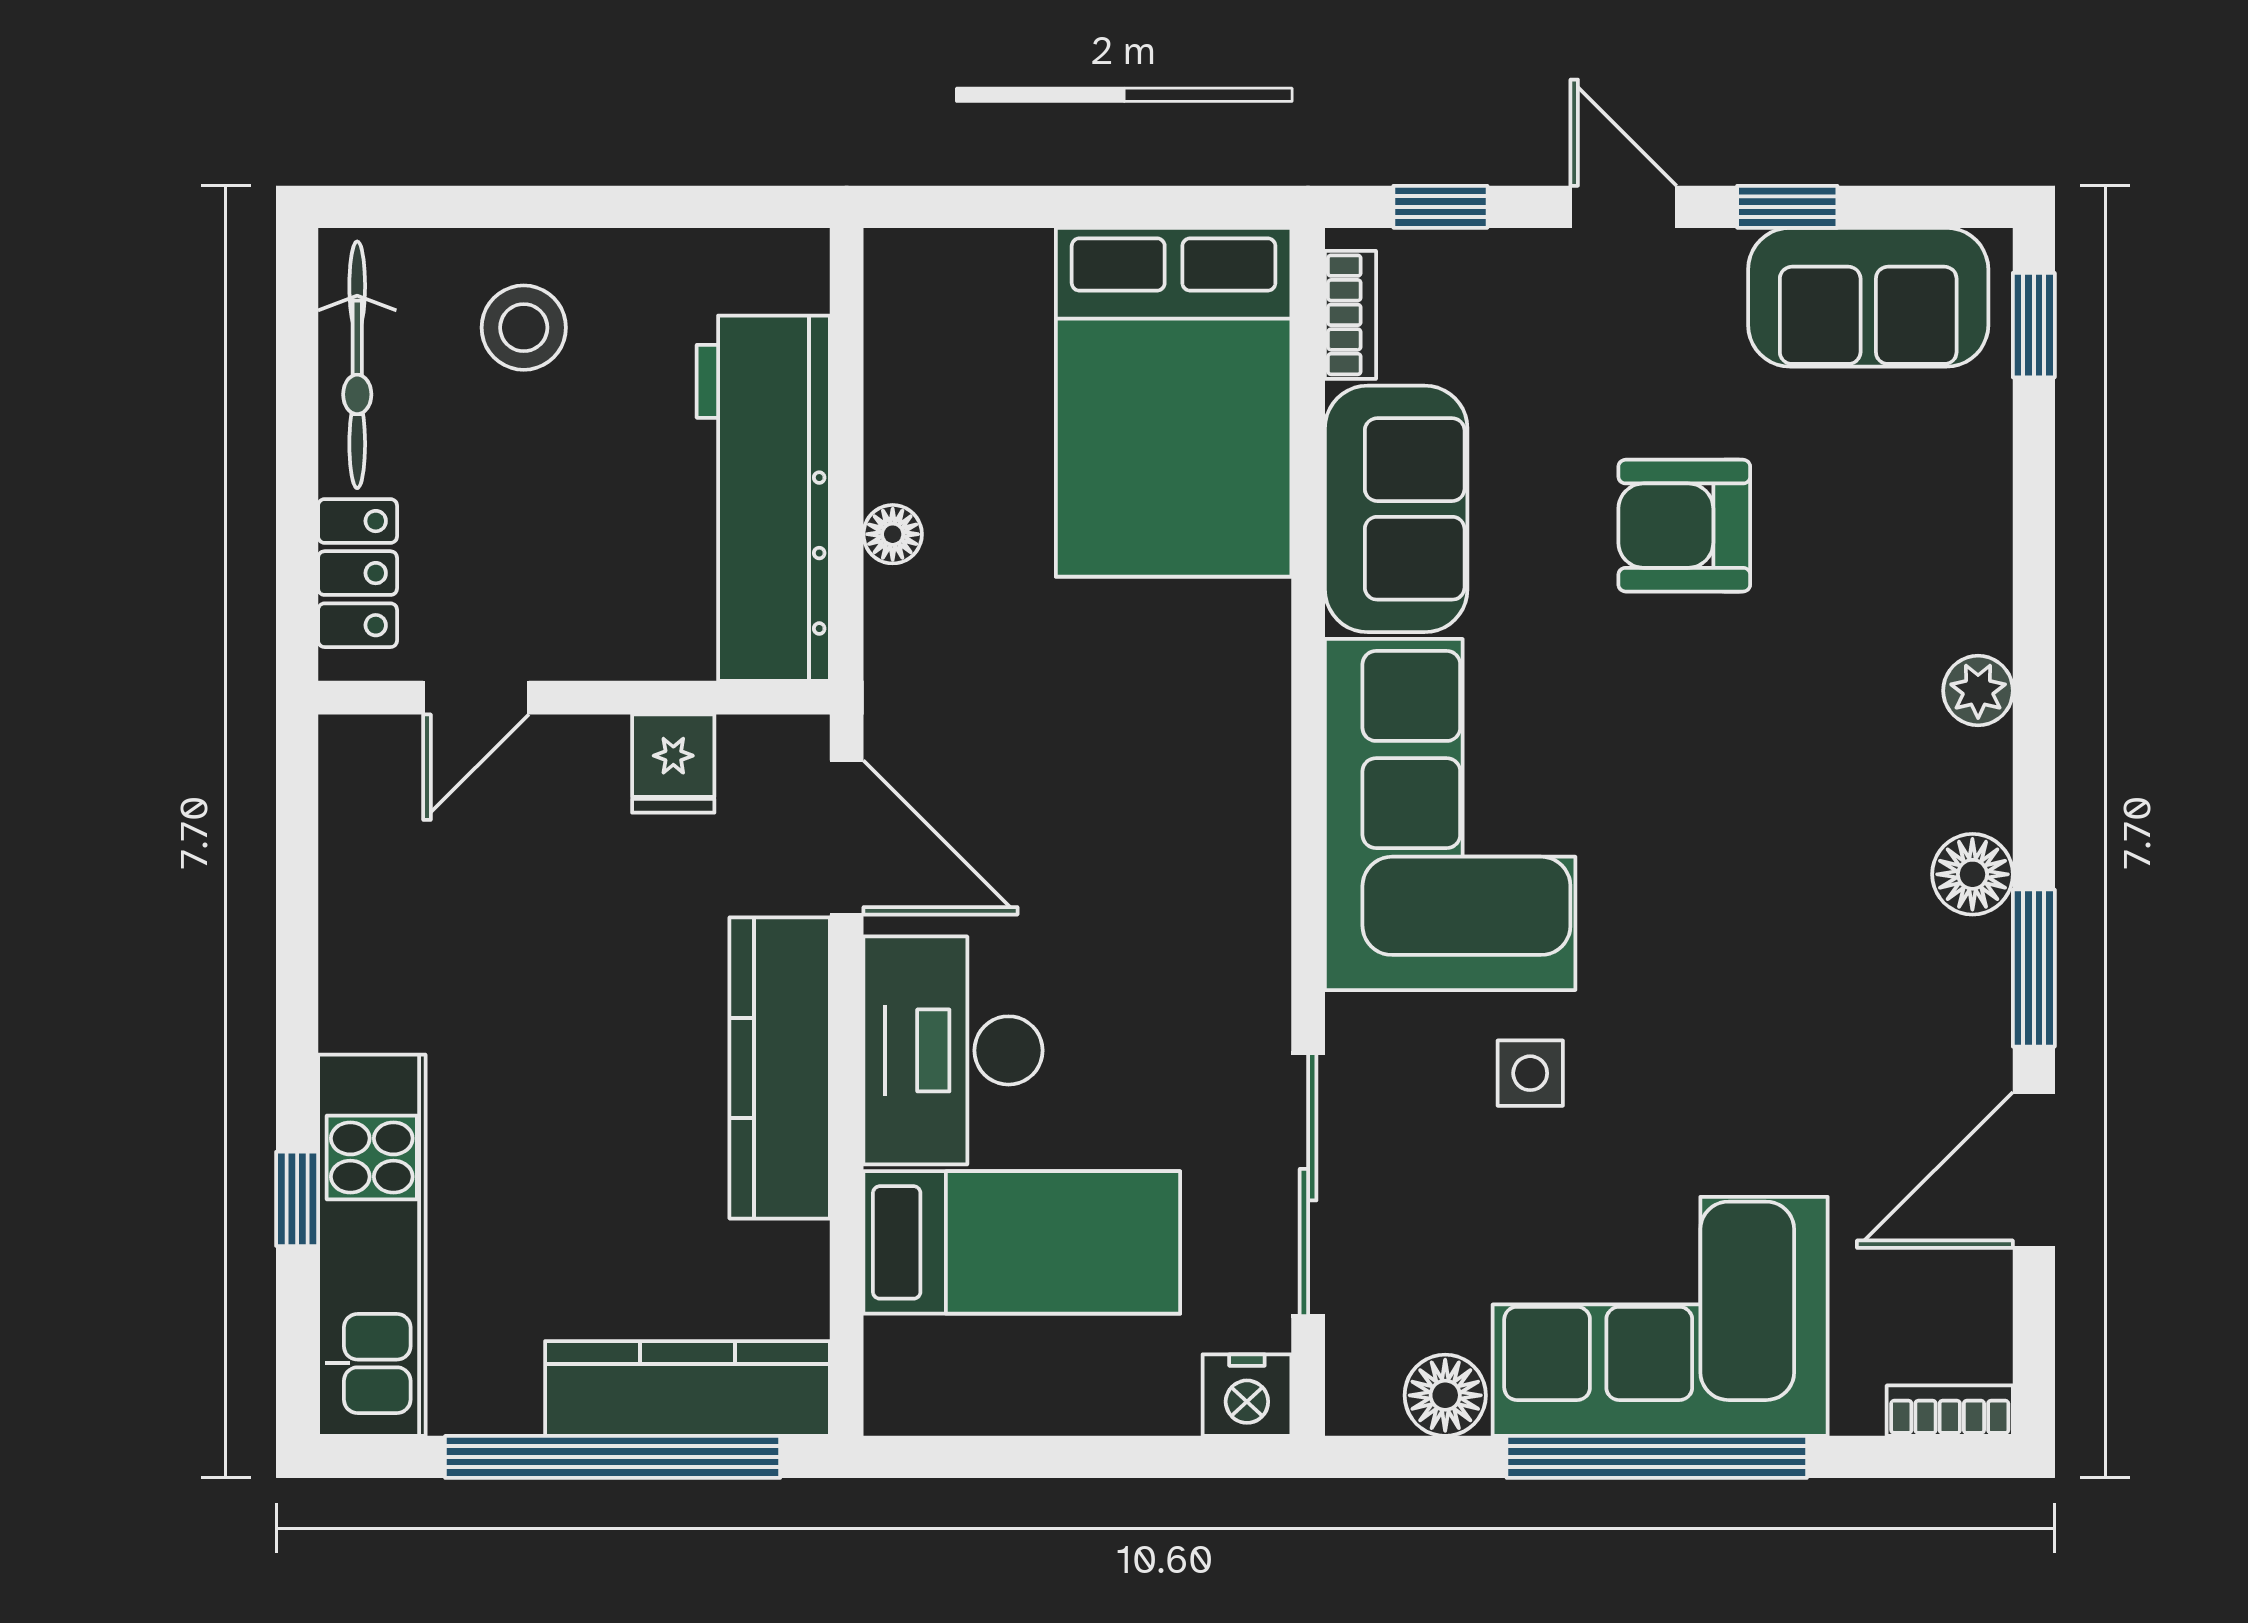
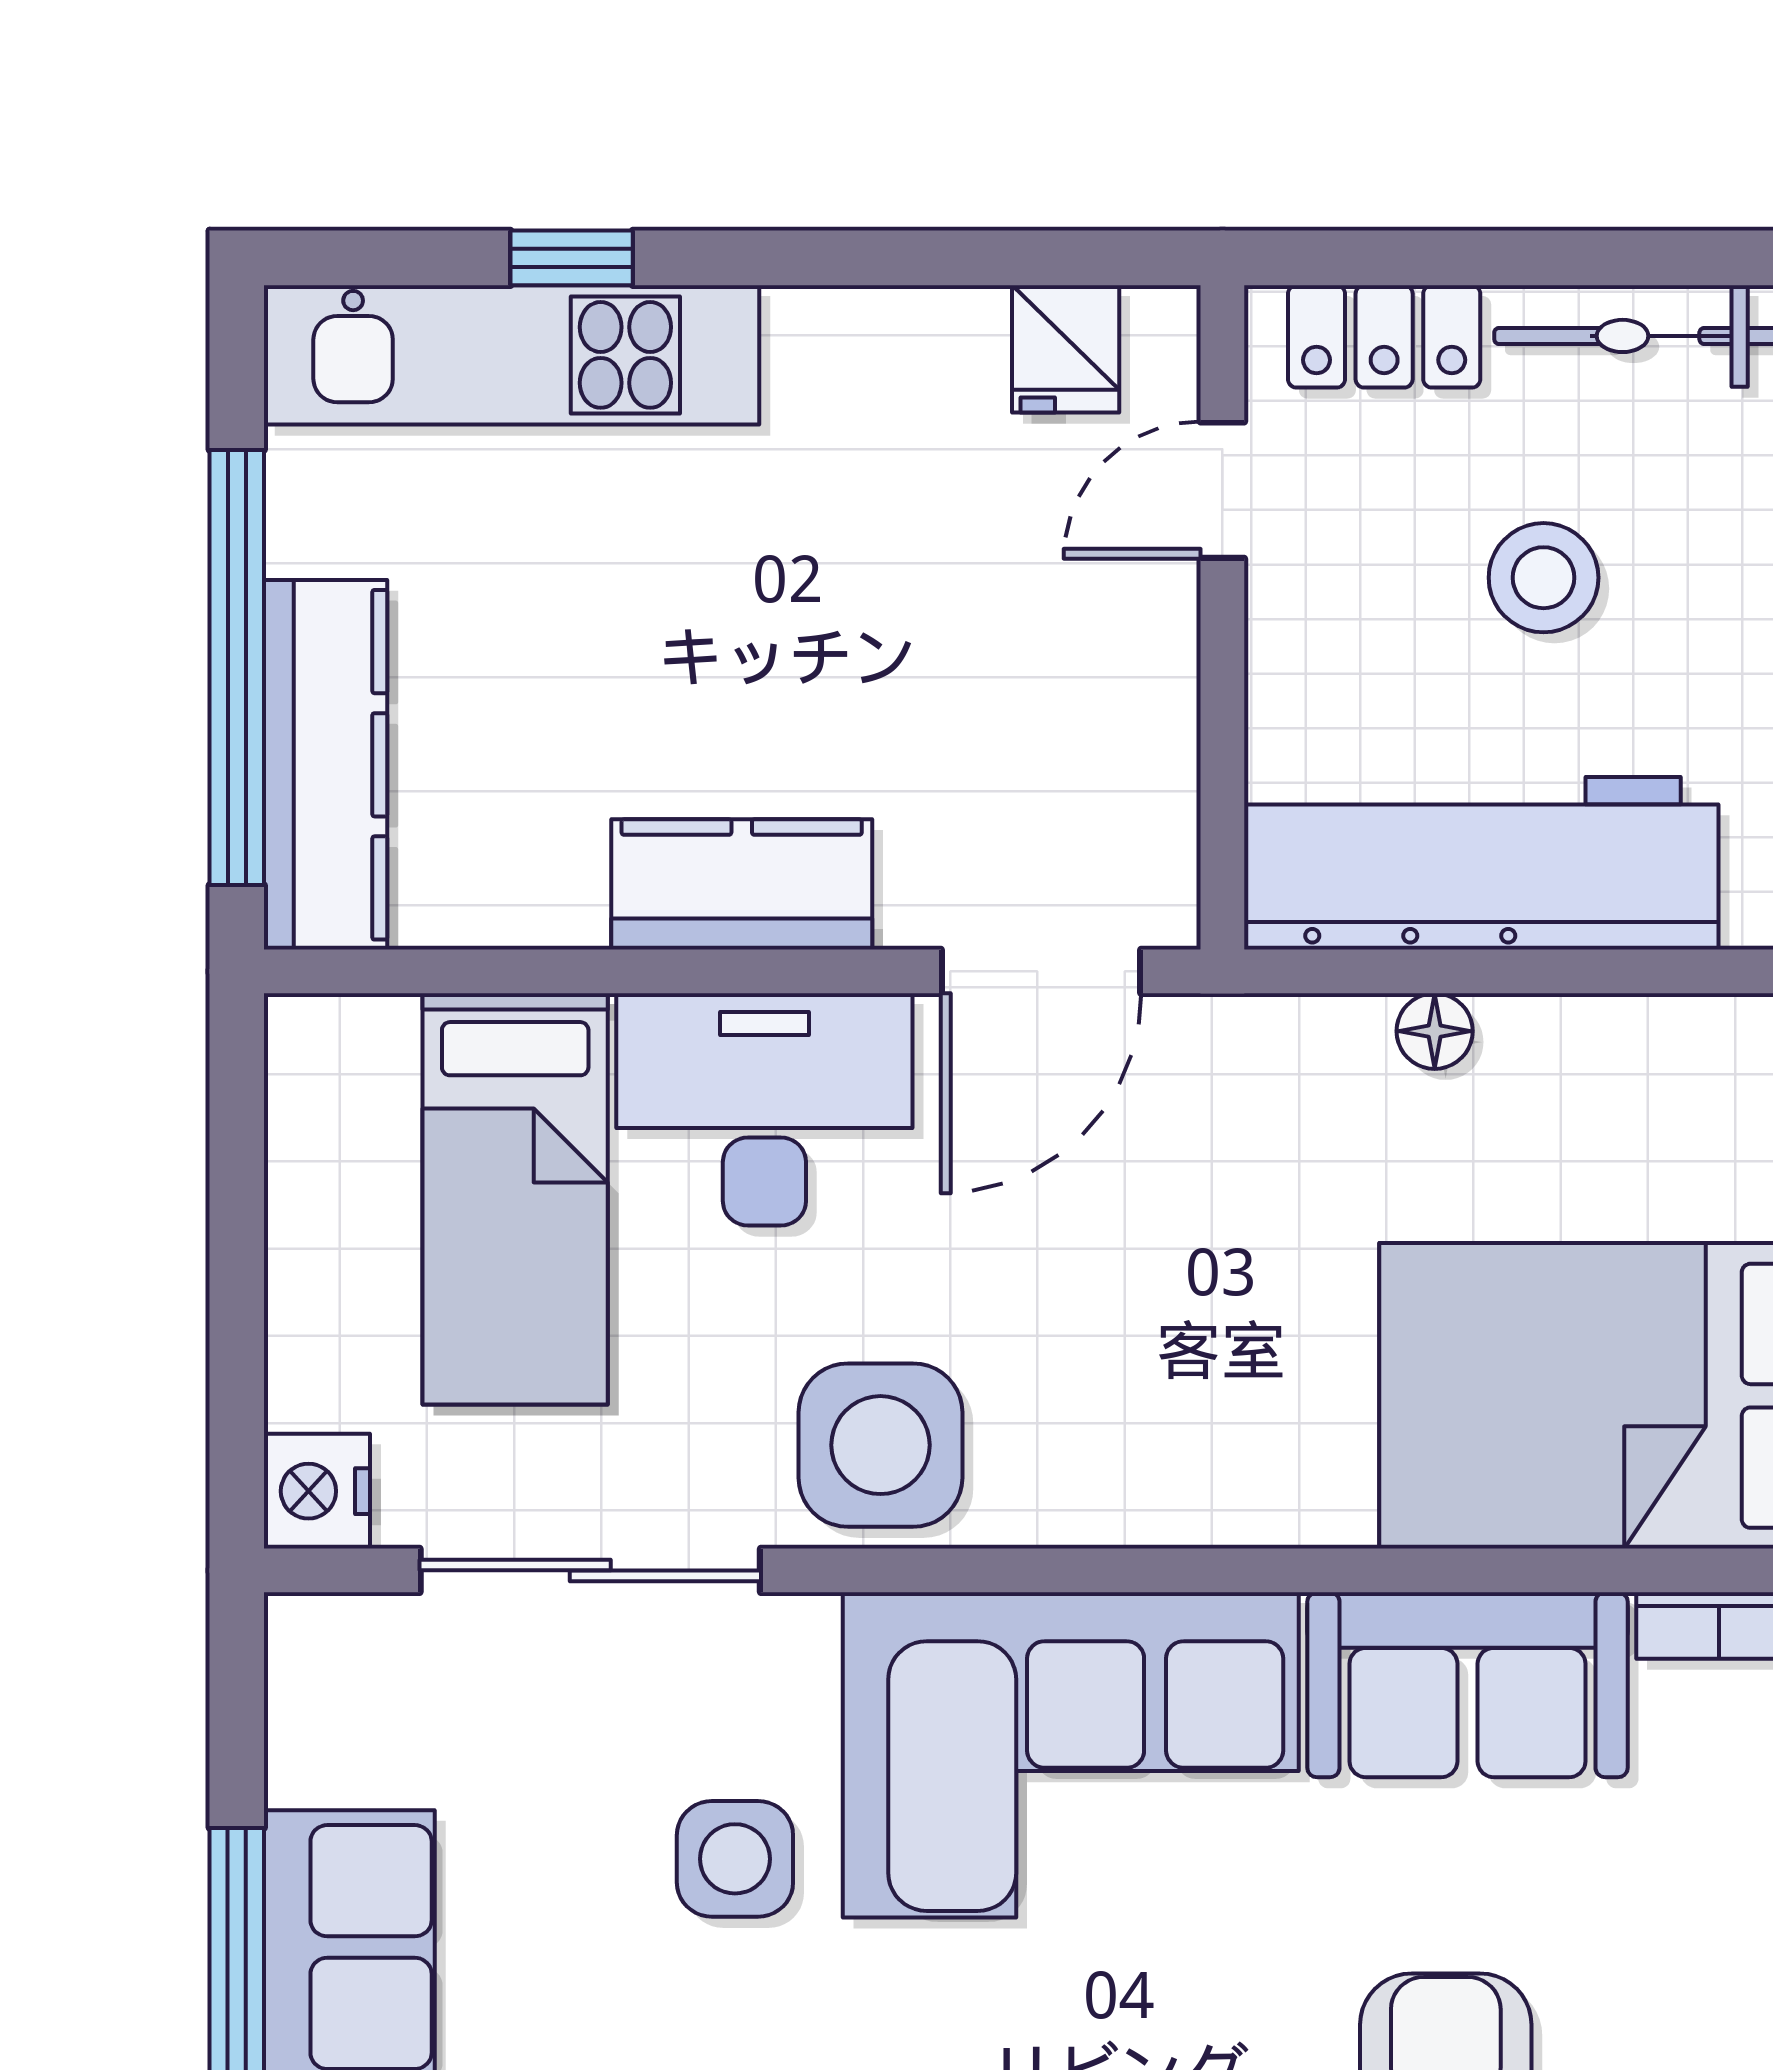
stool: (524, 328) -> (1544, 578), moved
door: (476, 698) -> (1222, 490), hinge flipped
fridge: (673, 764) -> (1066, 349), moved, turned -90
side table: (1211, 961) -> (880, 1445), added
kitchen counter: (780, 1068) -> (742, 884), width x0.67
side table: (1530, 1073) -> (735, 1859), width x1.37, depth x1.37
floor lamp: (1445, 1395) -> (317, 1748), removed

